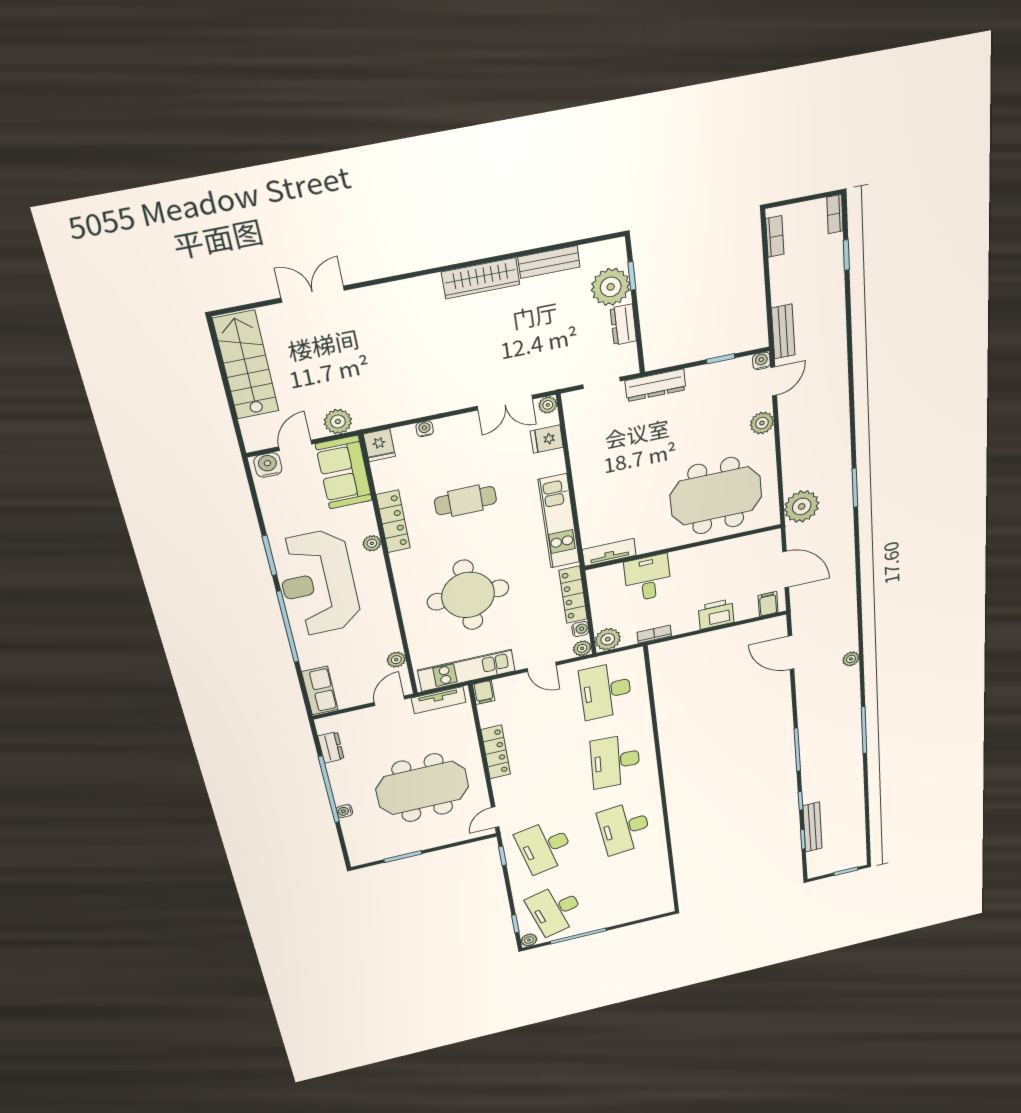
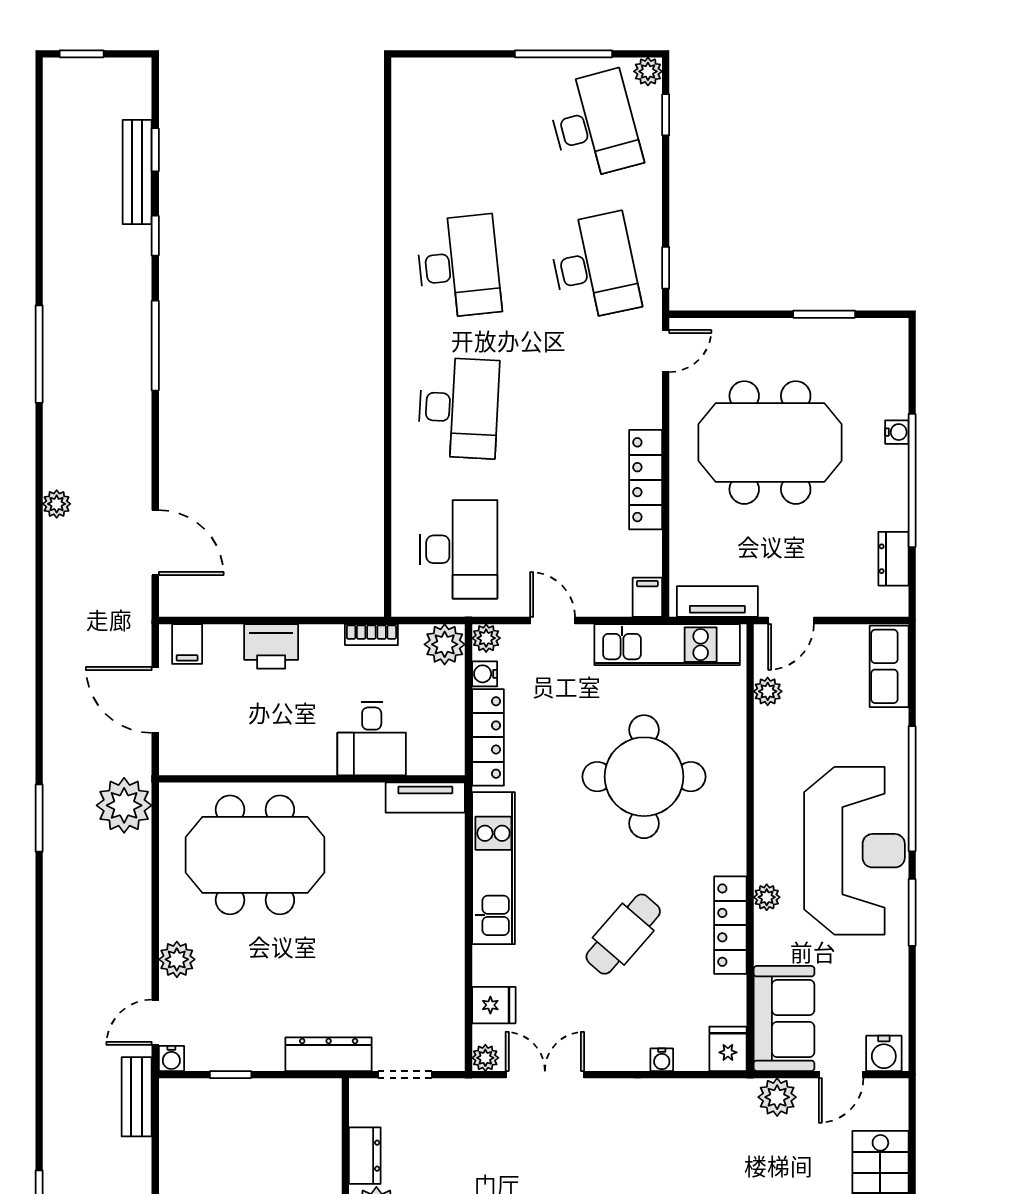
cafe table: (465, 501) -> (623, 934), turned -49

